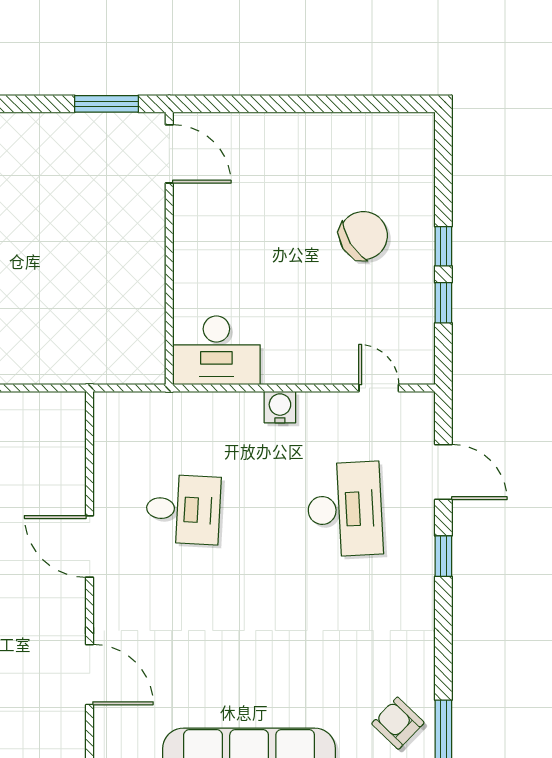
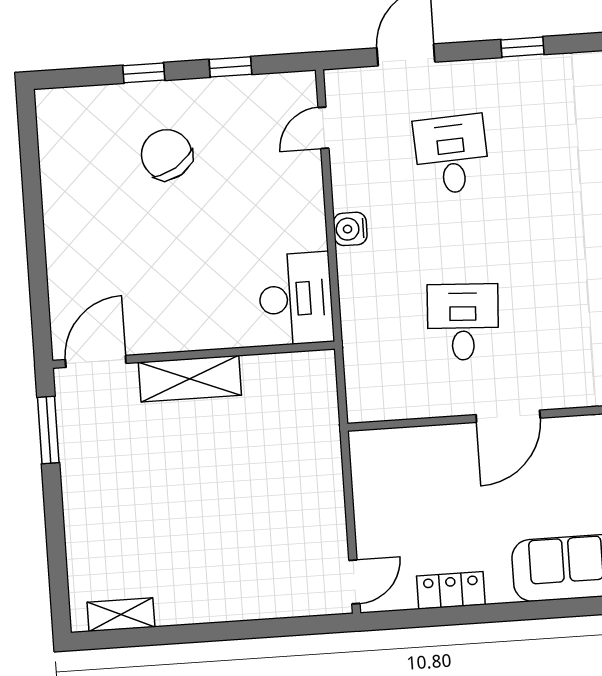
shelving: (147, 243) -> (190, 379), added
window: (443, 246) -> (144, 73), moved
desk: (345, 509) -> (452, 154), width x0.73
window: (443, 556) -> (522, 47), moved

